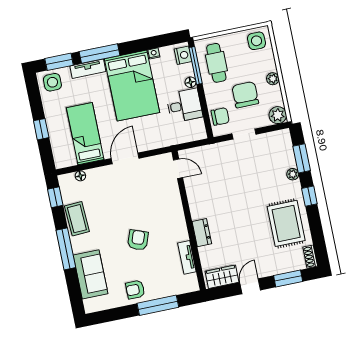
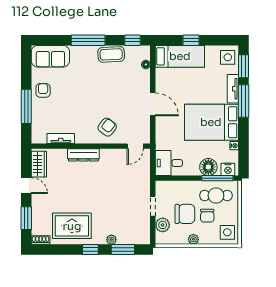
floor lamp: (191, 82) -> (208, 167), width x1.89, depth x1.89
desk: (184, 106) -> (169, 163), moved, turned 90
plant: (278, 115) -> (163, 225), moved
chair: (220, 116) -> (207, 216), moved
bed: (85, 134) -> (180, 56), moved
dresser: (202, 233) -> (83, 155), width x1.44
armchair: (138, 240) -> (107, 127), moved, turned -72
sofa: (91, 274) -> (50, 56), moved

